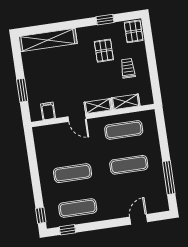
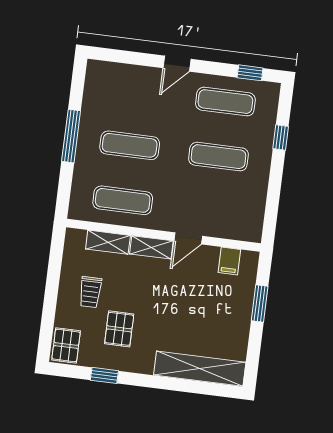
door: (77, 118) -> (188, 238), swing flipped
window: (169, 178) -> (71, 136), moved
window: (41, 215) -> (281, 137), moved
door: (139, 219) -> (177, 64), moved

